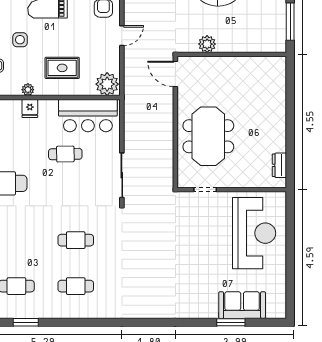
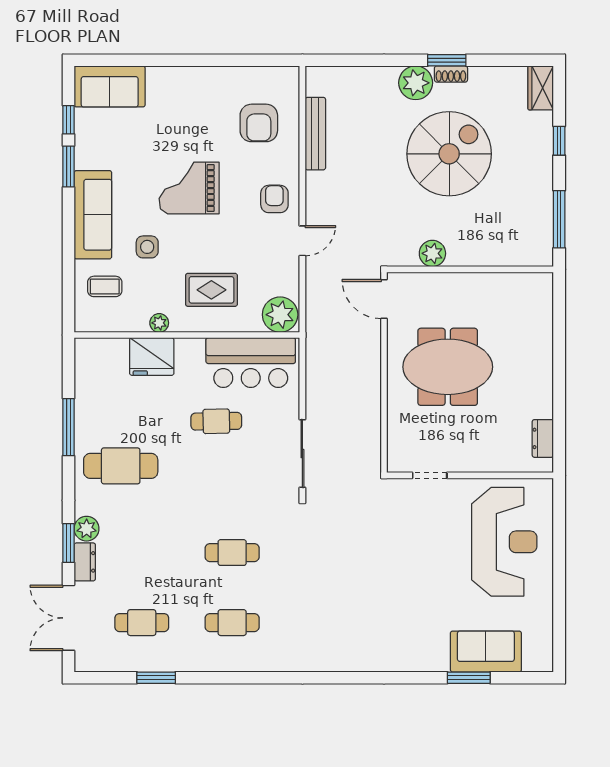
fridge: (30, 108) -> (152, 357), width x1.88, depth x1.34
meeting table: (208, 136) -> (448, 367), moved, turned 90

